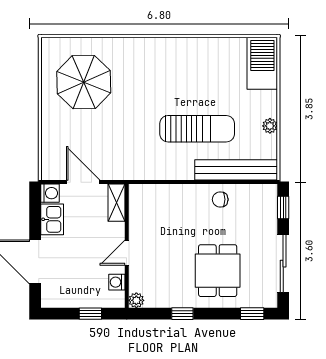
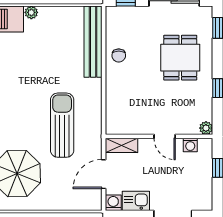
plant: (270, 126) -> (31, 12), moved
sun lounger: (197, 129) -> (62, 125), moved
dining table: (218, 271) -> (180, 58), turned 90

